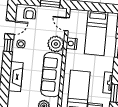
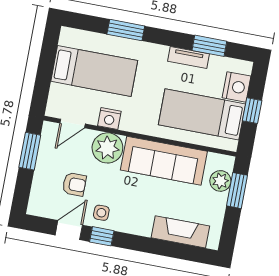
armchair: (30, 13) -> (74, 184), moved
door: (10, 27) -> (69, 230), hinge flipped
fireplace: (16, 77) -> (180, 232), moved

